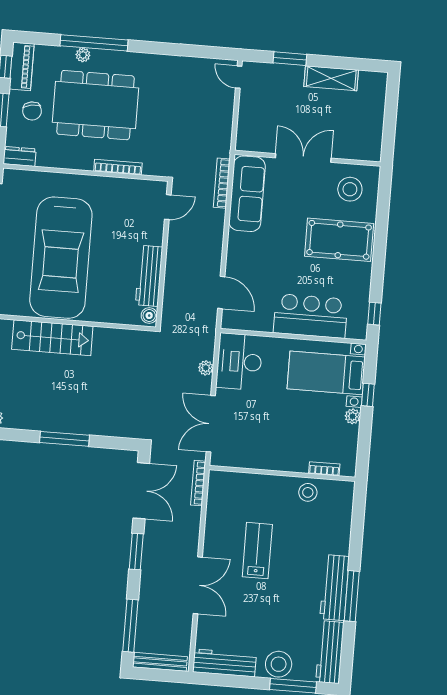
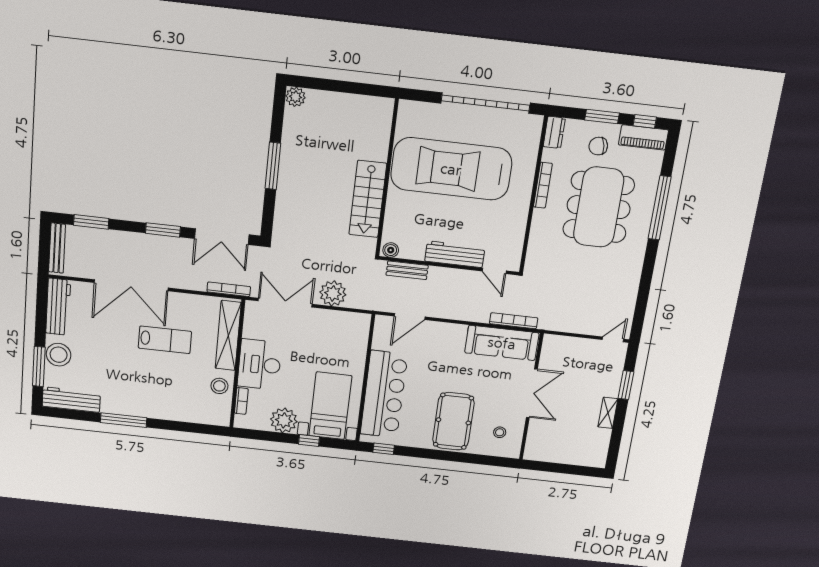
plant: (83, 55) -> (649, 197), removed
shelving: (331, 78) -> (608, 413), width x0.67, depth x0.75
bookcase: (118, 167) -> (543, 185), moved
stool: (350, 189) -> (500, 432), width x0.53, depth x0.53
workbench: (149, 276) -> (455, 254), moved
bench: (170, 297) -> (407, 270), added
bar counter: (311, 316) -> (384, 394), width x1.36
stairs: (52, 338) -> (368, 199), moved
desk: (239, 362) -> (259, 364), moved, turned -90
plant: (206, 368) -> (333, 293), width x1.88, depth x1.88
plant: (353, 416) -> (284, 420), width x1.87, depth x1.87
shelving: (250, 483) -> (228, 336), added
double door: (198, 585) -> (131, 285), width x1.36
workbench: (335, 588) -> (131, 406), removed
window: (130, 626) -> (91, 222), width x0.69

